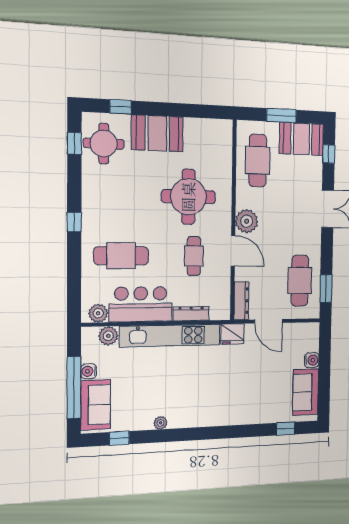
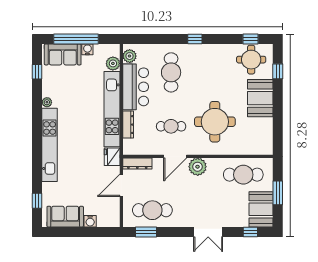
kitchen unit: (216, 416) -> (50, 145), added

